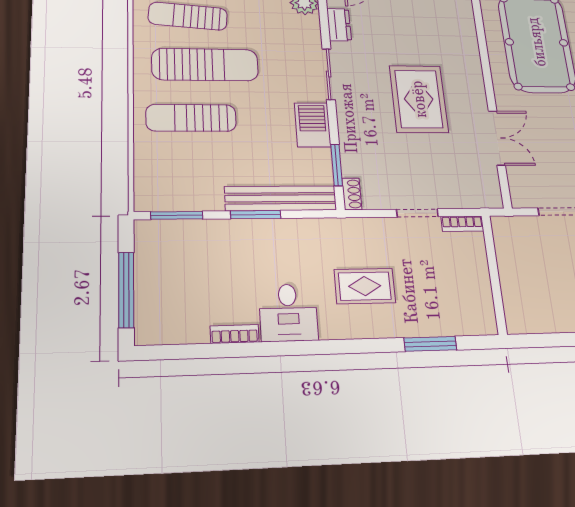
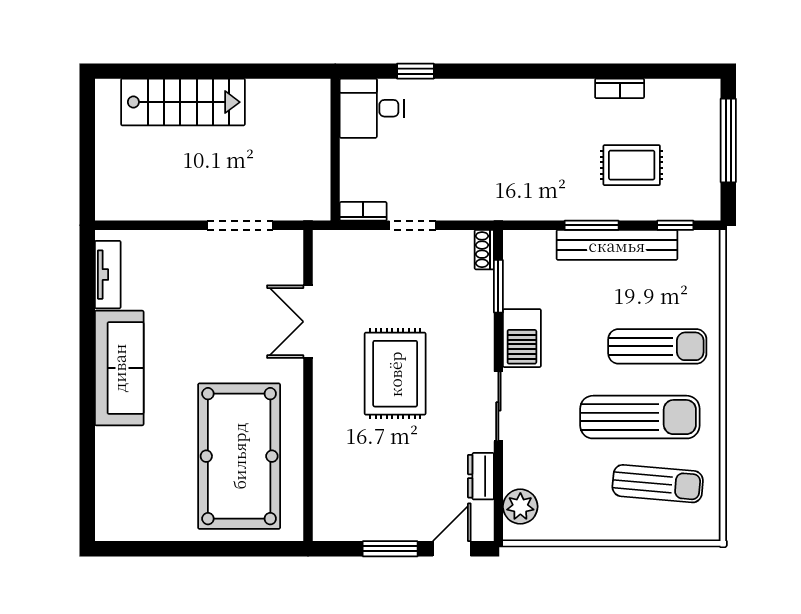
sun lounger: (205, 65) -> (640, 417), turned 180
bench: (281, 198) -> (617, 245), moved
window: (177, 215) -> (675, 225), width x0.67
rug: (365, 286) -> (632, 165), moved
desk: (288, 313) -> (372, 108), moved, turned -90
window: (430, 344) -> (415, 71), width x0.67

